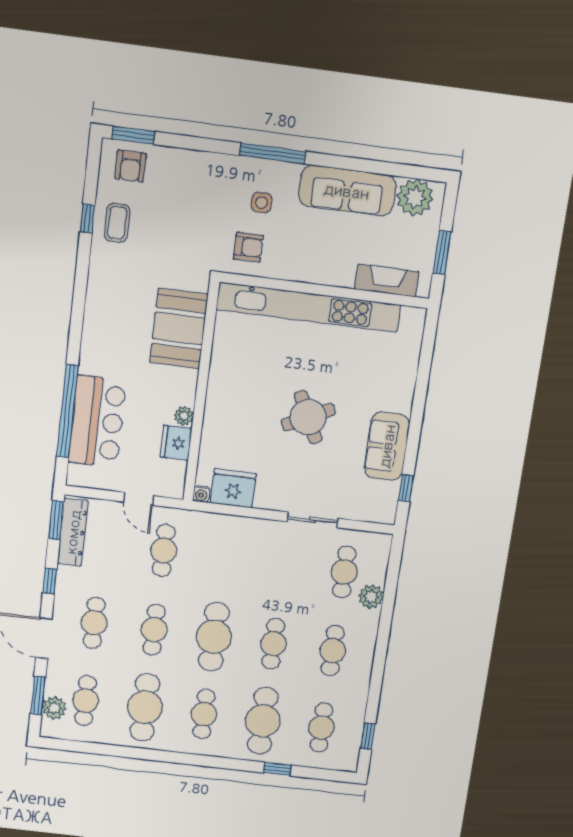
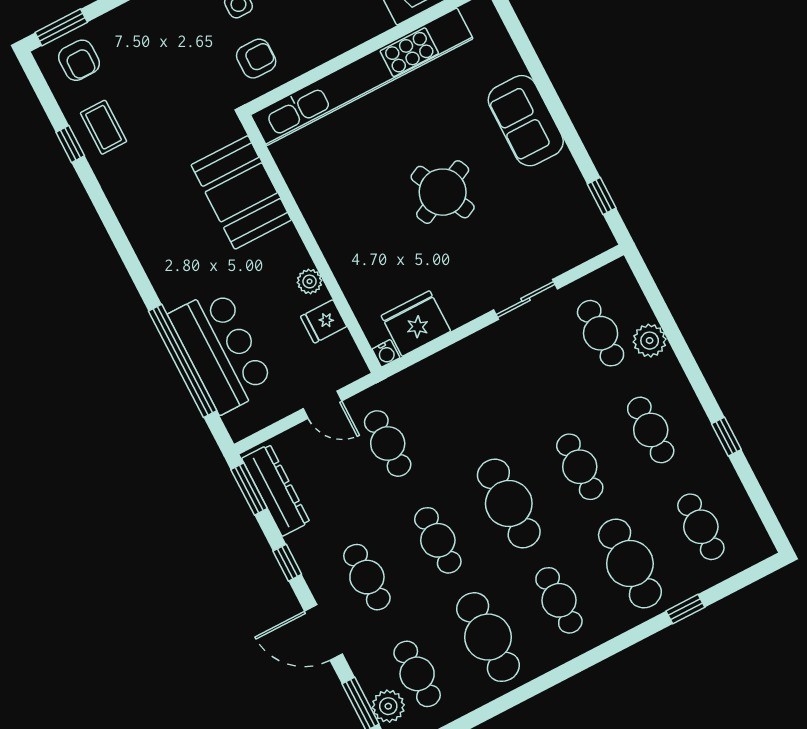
fridge: (176, 443) -> (324, 321), width x0.72
sofa: (387, 446) -> (526, 121), moved
window: (368, 736) -> (726, 437), moved

